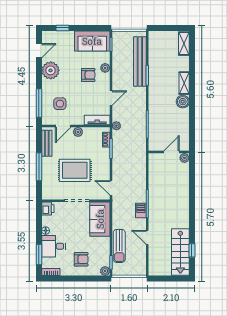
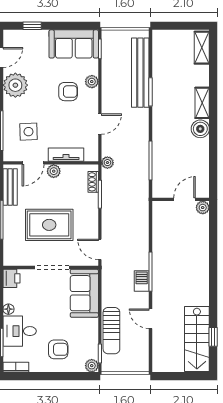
tv unit: (97, 120) -> (66, 155), moved

